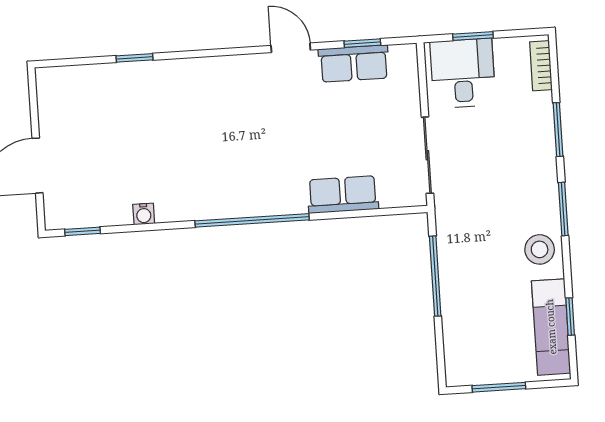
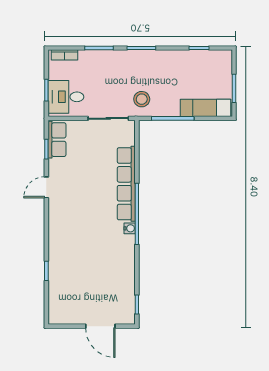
row of seats: (354, 64) -> (57, 140), moved
row of seats: (343, 195) -> (126, 184), width x2.02
water cooler: (144, 214) -> (130, 228), moved
stool: (540, 249) -> (142, 99), moved
exam couch: (551, 327) -> (206, 108), moved, turned 180

